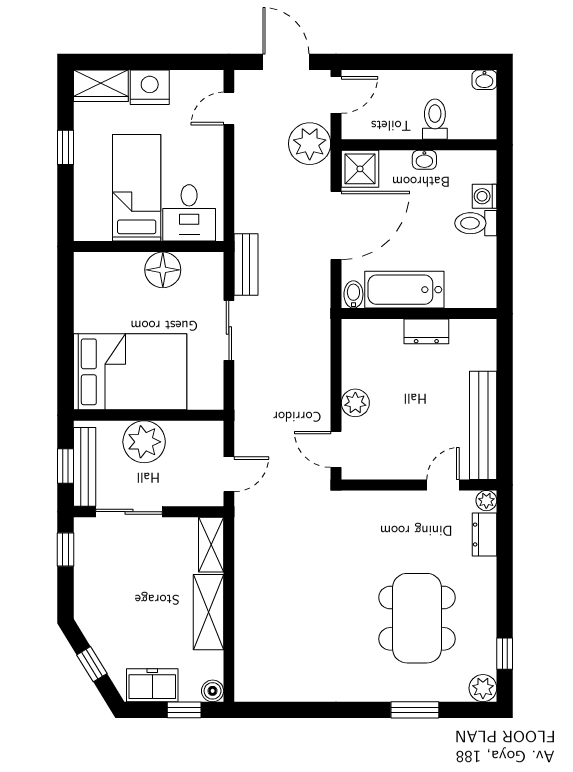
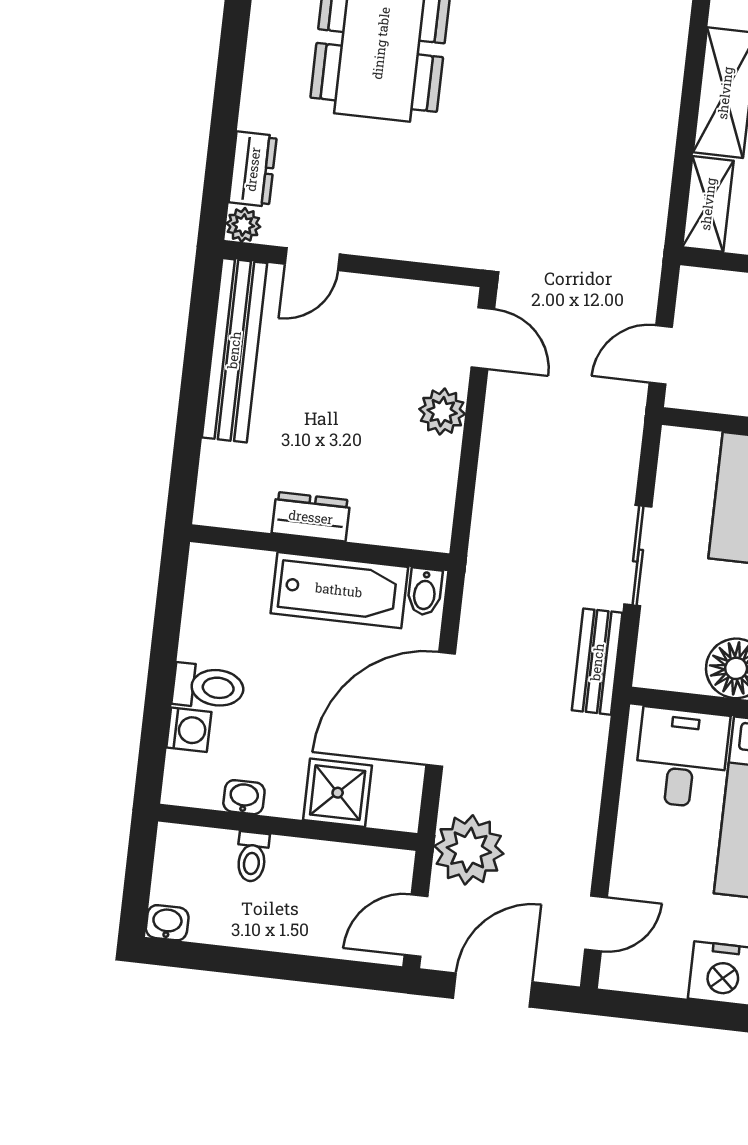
door: (286, 62) -> (493, 990), swing flipped
toilet: (435, 119) -> (252, 857), width x0.73, depth x0.72
washbasin: (424, 160) -> (244, 797), moved
shower: (360, 169) -> (338, 793), moved
door: (229, 474) -> (661, 355), moved

